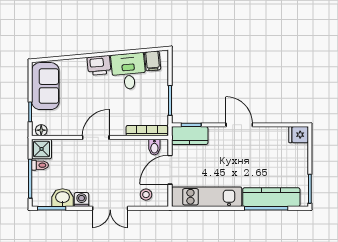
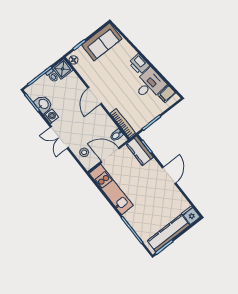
door: (96, 137) -> (95, 96), swing flipped
kitchen counter: (271, 197) -> (169, 233), moved, turned -90

